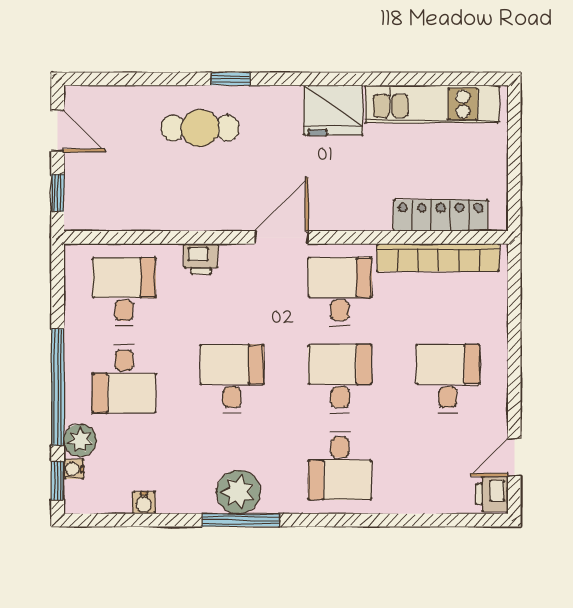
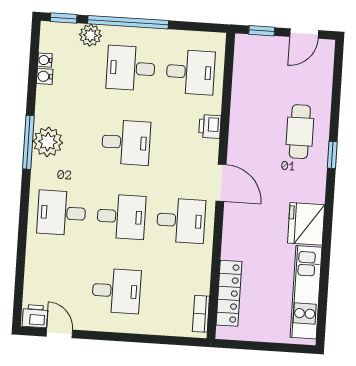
bookcase: (438, 258) -> (201, 314), width x0.43, depth x0.76
water cooler: (74, 469) -> (45, 60), moved, turned -90

